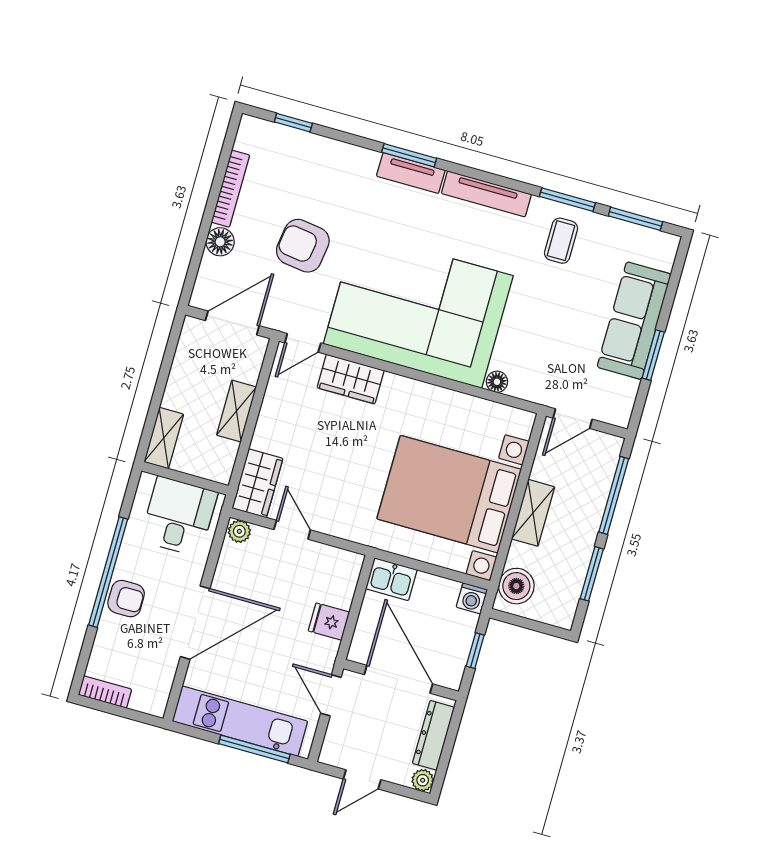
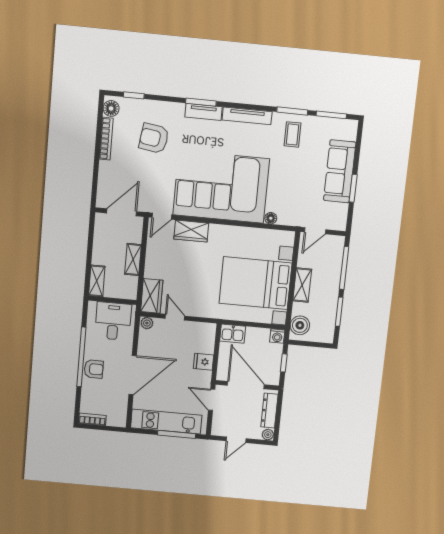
floor lamp: (220, 242) -> (111, 108), moved
armchair: (303, 246) -> (154, 138), moved

